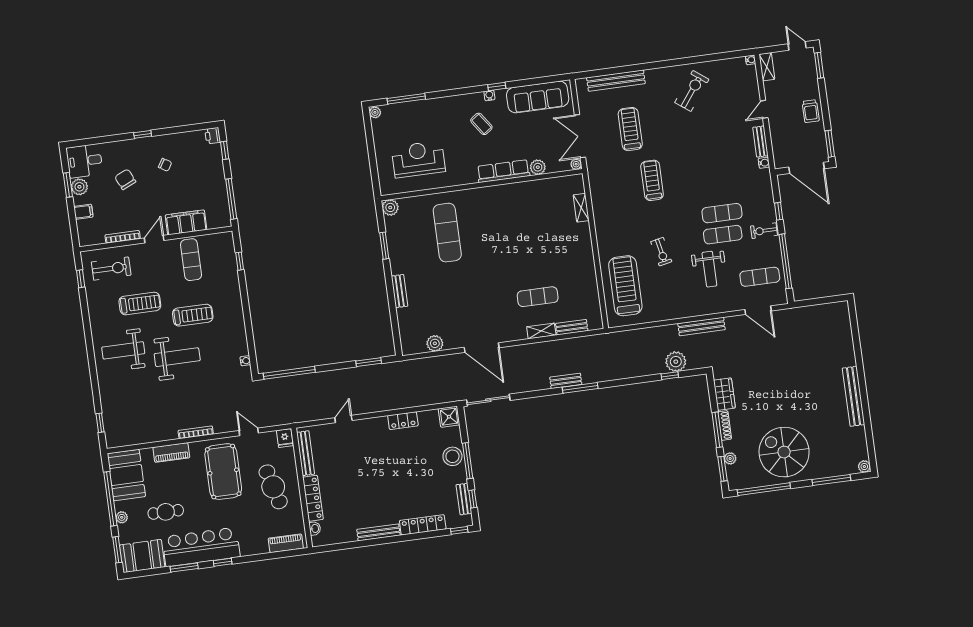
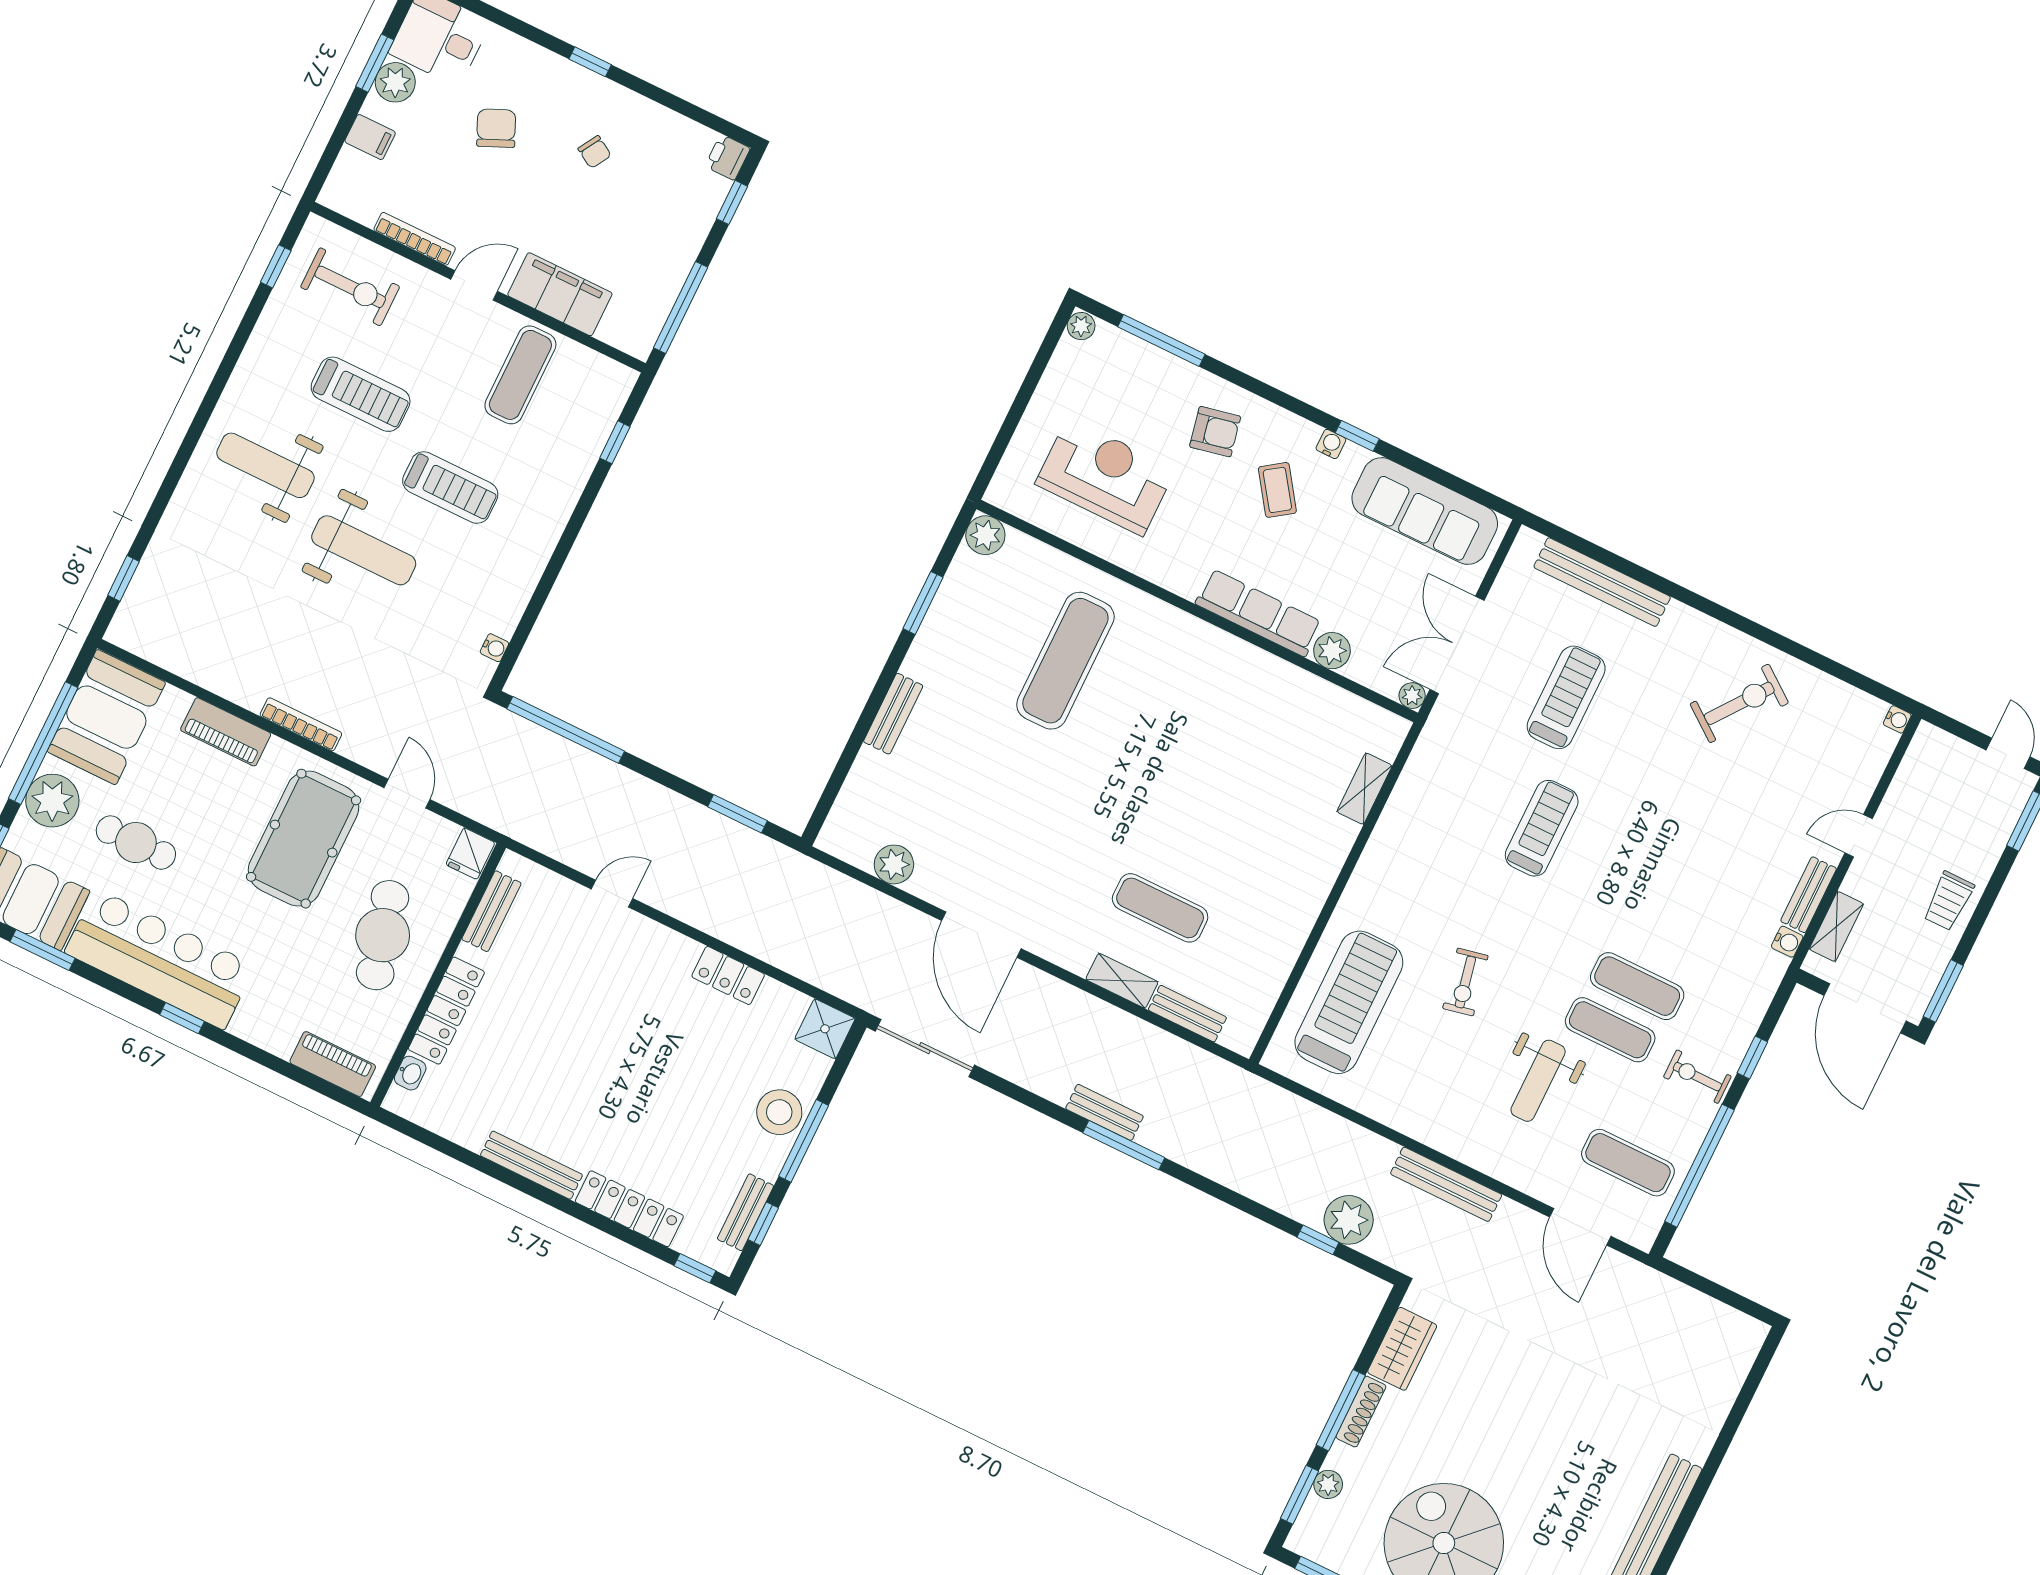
shelving: (767, 67) -> (1836, 927), moved
armchair: (446, 118) -> (1215, 432), added
bench: (306, 453) -> (491, 911), width x0.73
plant: (122, 517) -> (52, 801), width x1.87, depth x1.87
window: (184, 568) -> (43, 950), moved

